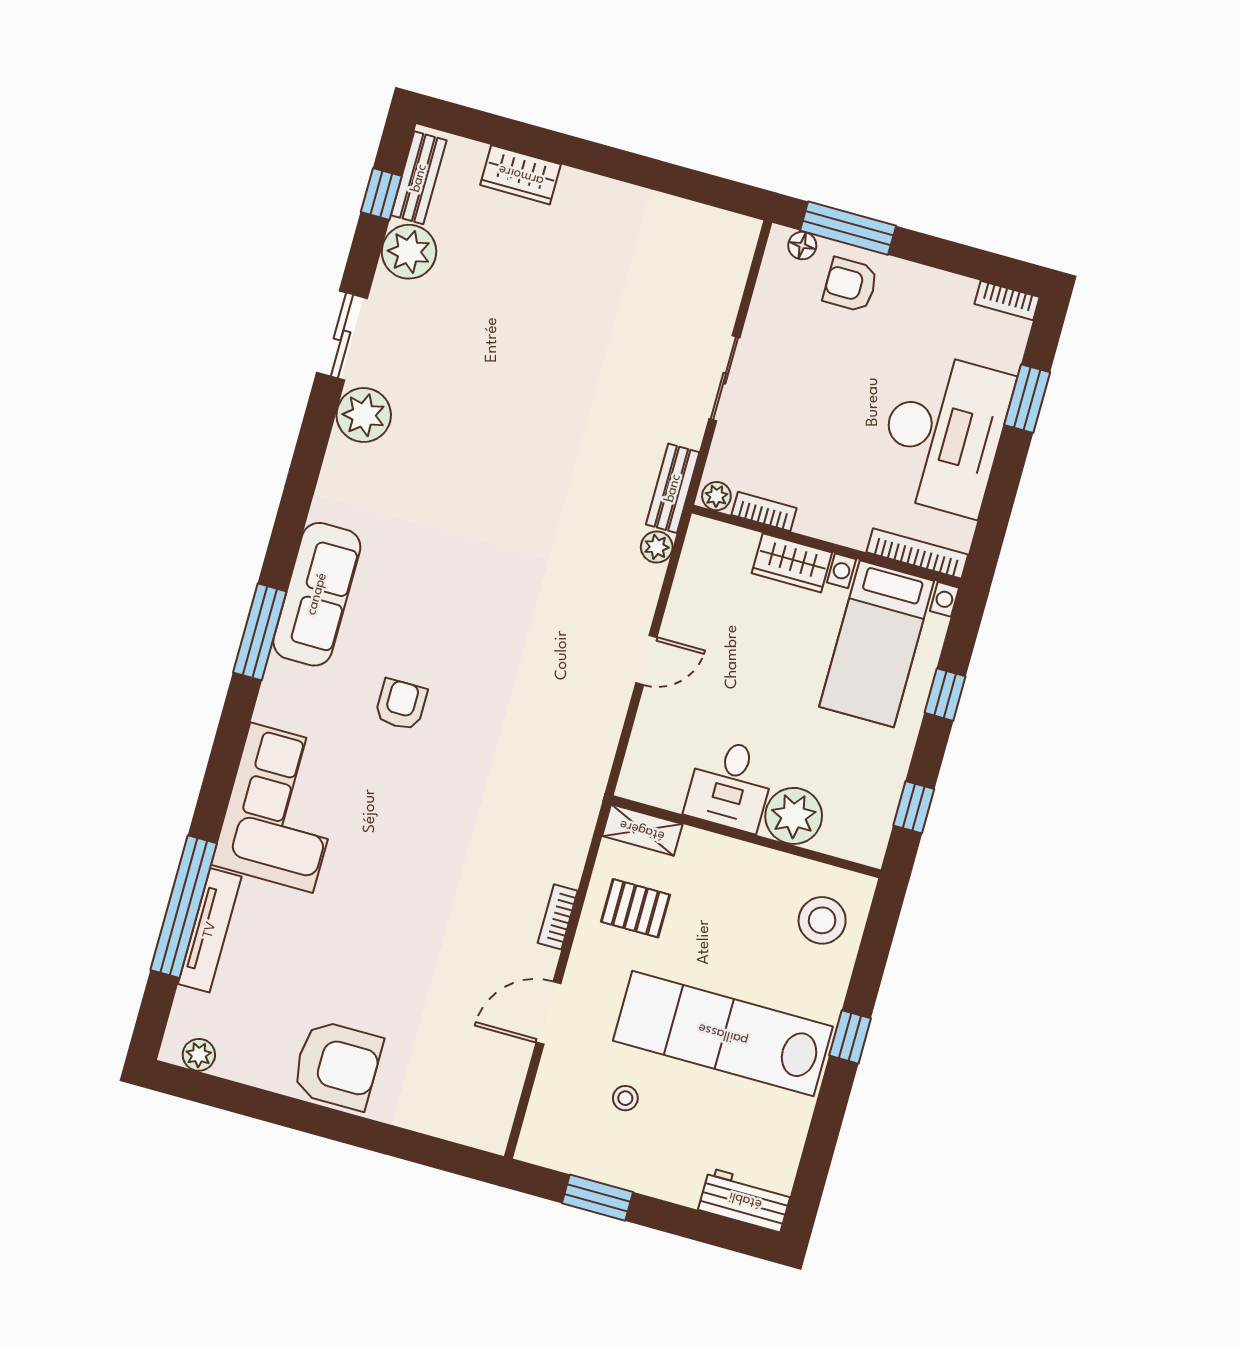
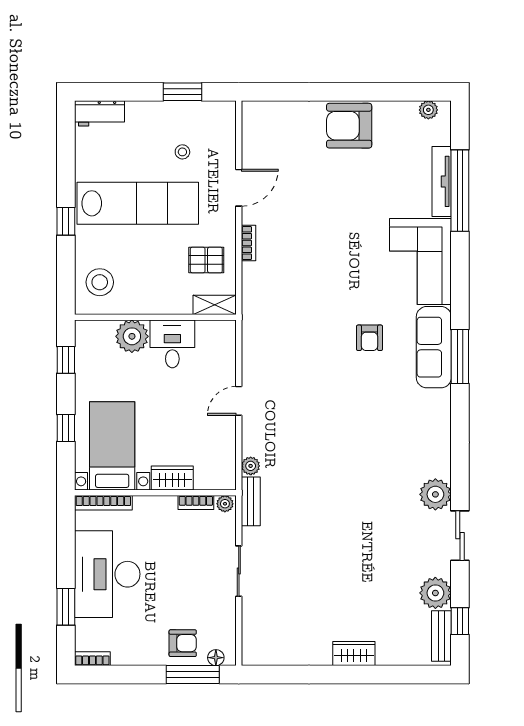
wardrobe: (521, 175) -> (354, 654), moved
sofa: (317, 594) -> (434, 347), moved

